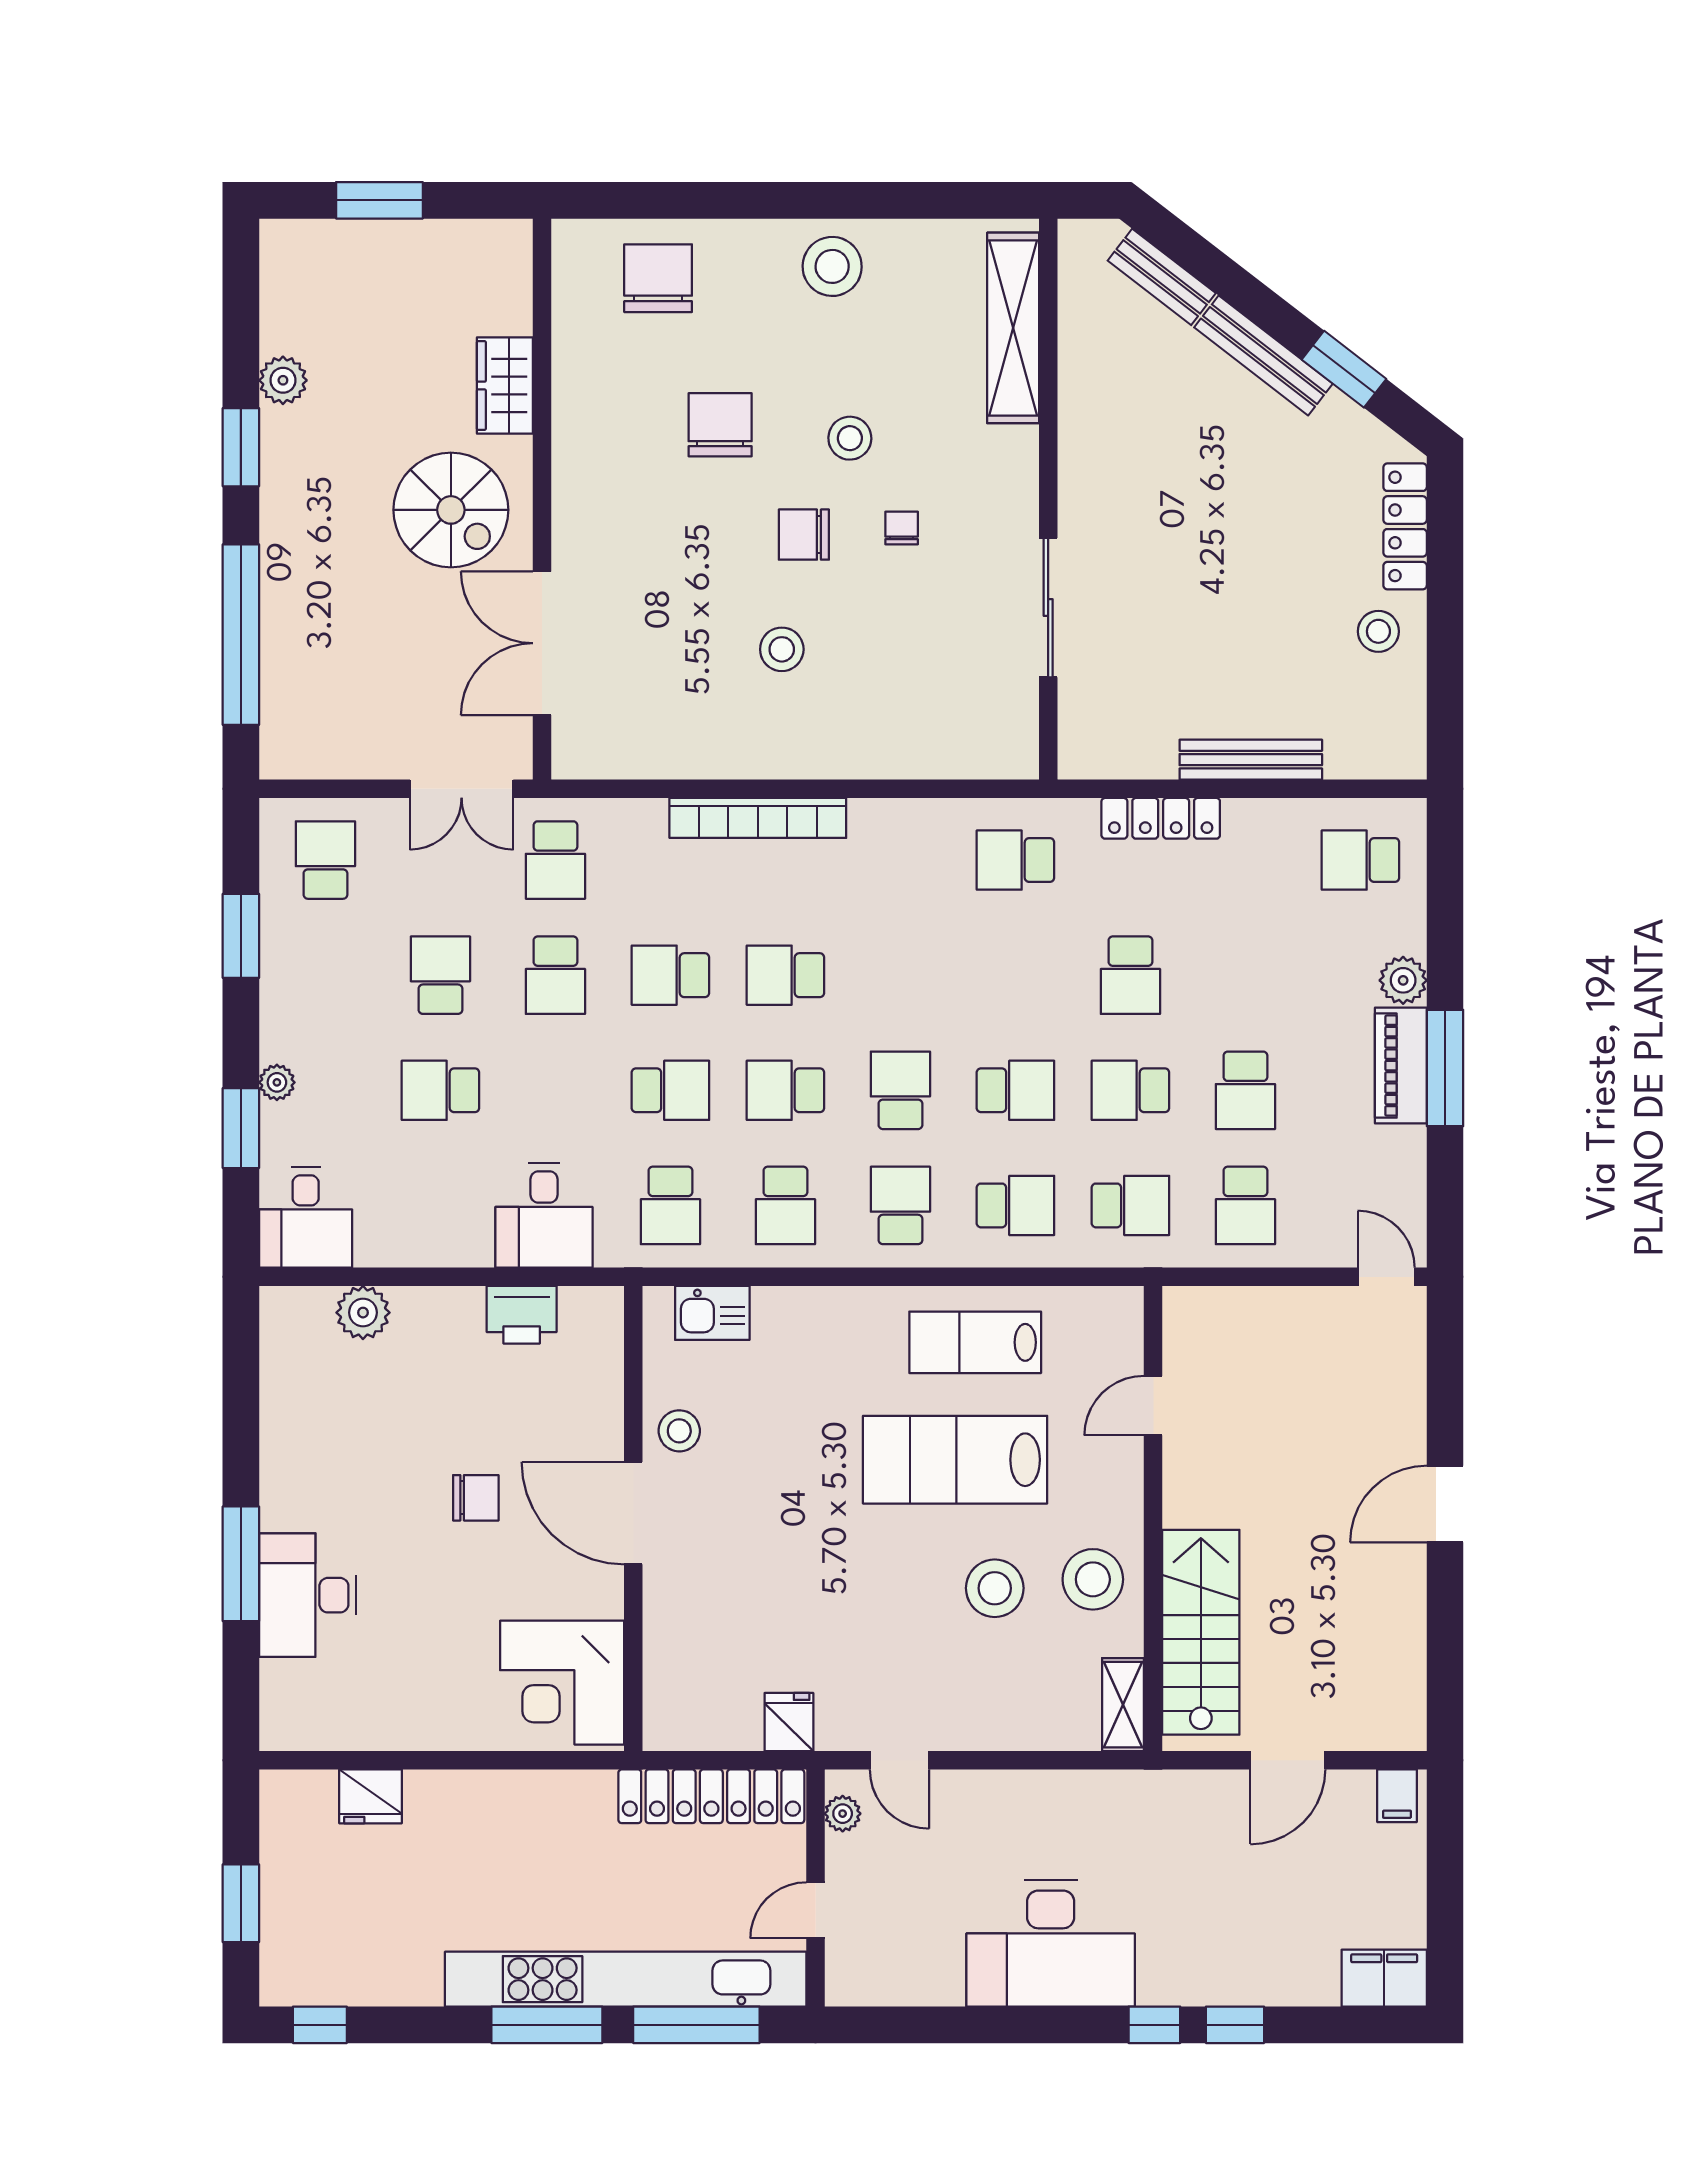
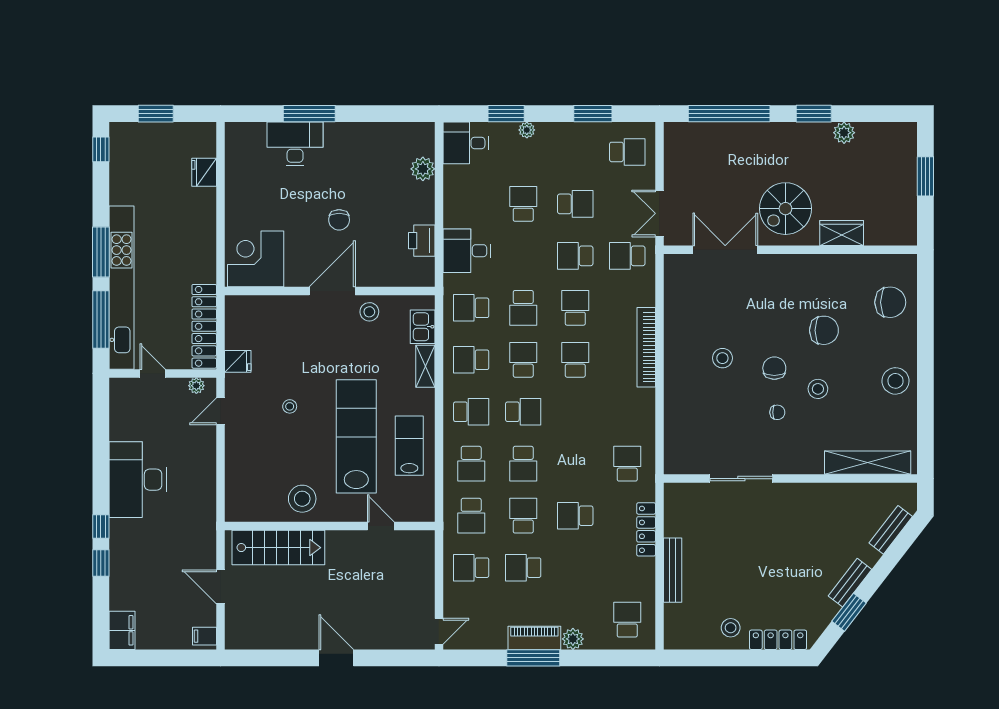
bench: (1263, 356) -> (850, 583), width x0.73
lab bench: (955, 1460) -> (356, 436), width x1.36
stool: (995, 1588) -> (290, 406), moved, width x0.53, depth x0.53
shelving: (1123, 1705) -> (425, 366), moved, turned 90

